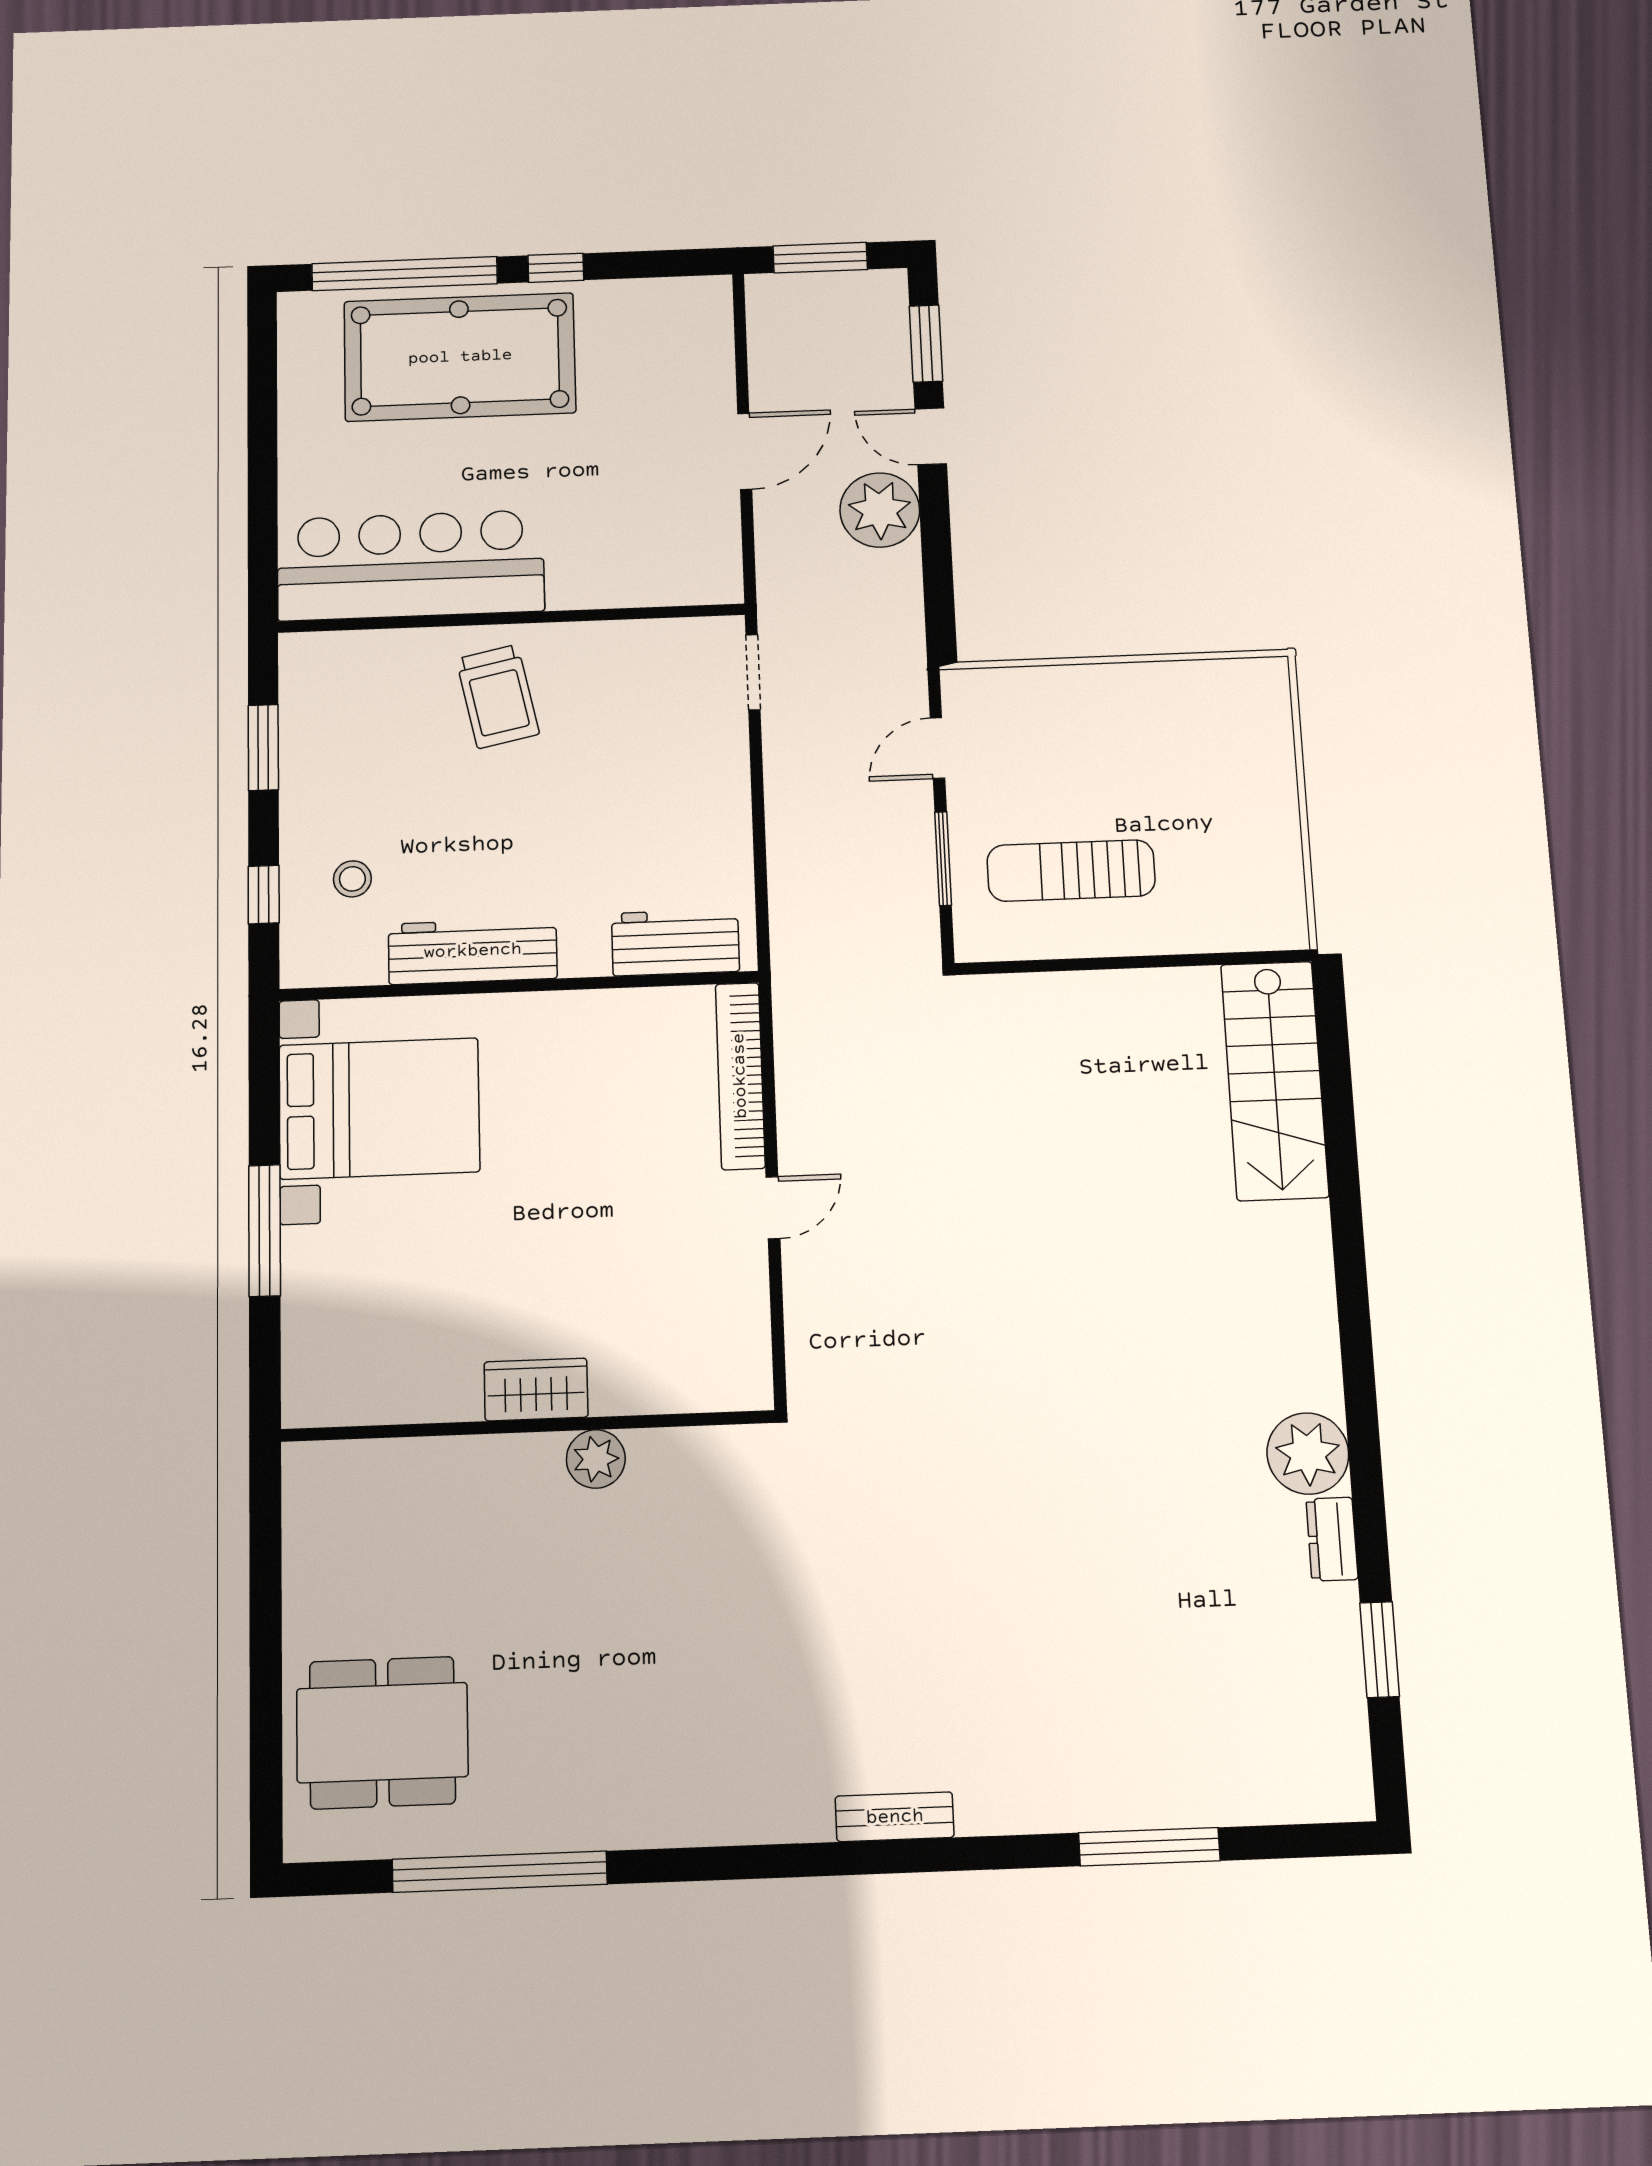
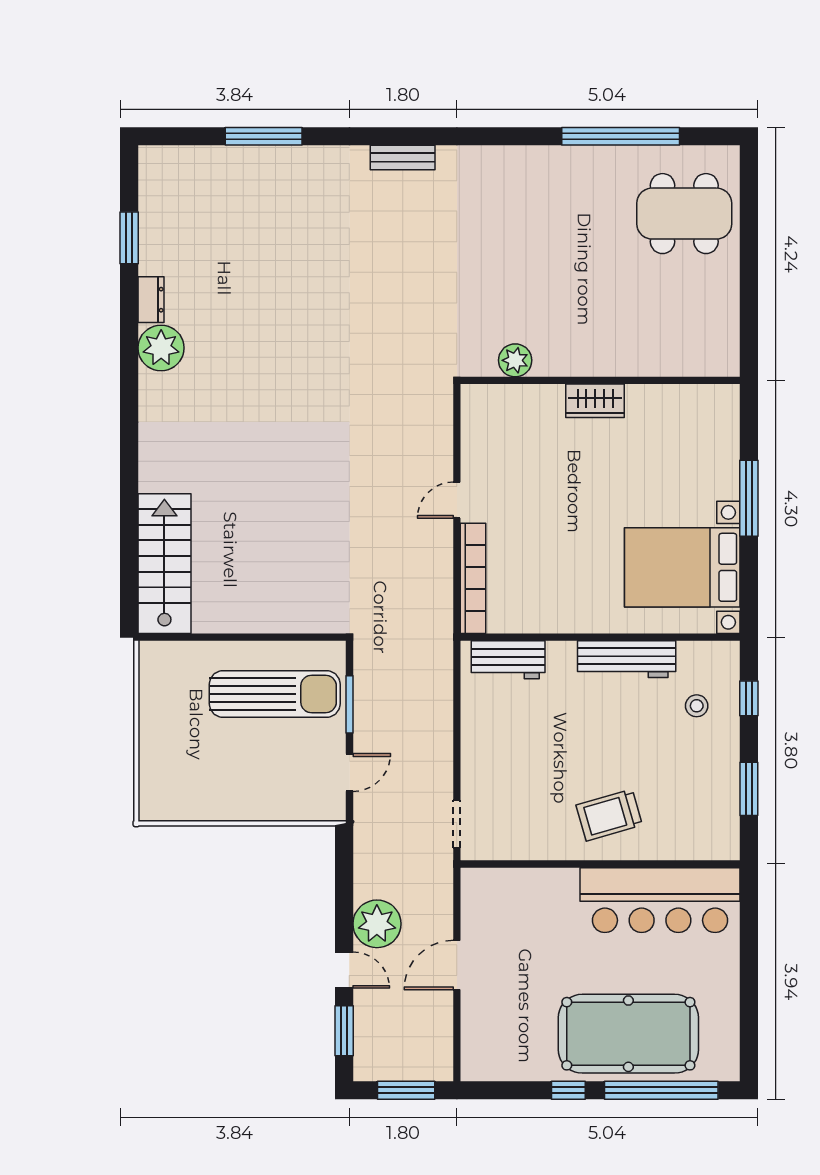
trolley: (498, 696) -> (609, 815), turned -94
sun lounger: (1071, 871) -> (275, 694), width x1.36, depth x1.34
plant: (596, 1459) -> (515, 360), moved

